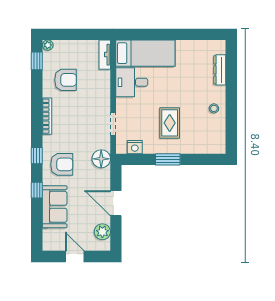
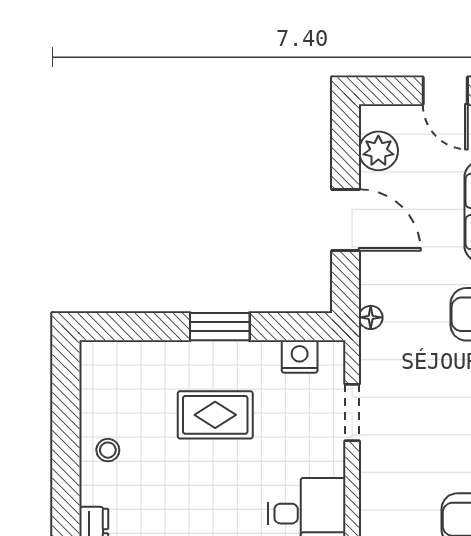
rug: (170, 123) -> (215, 415), turned 90
floor lamp: (101, 159) -> (371, 317), width x0.53, depth x0.53

